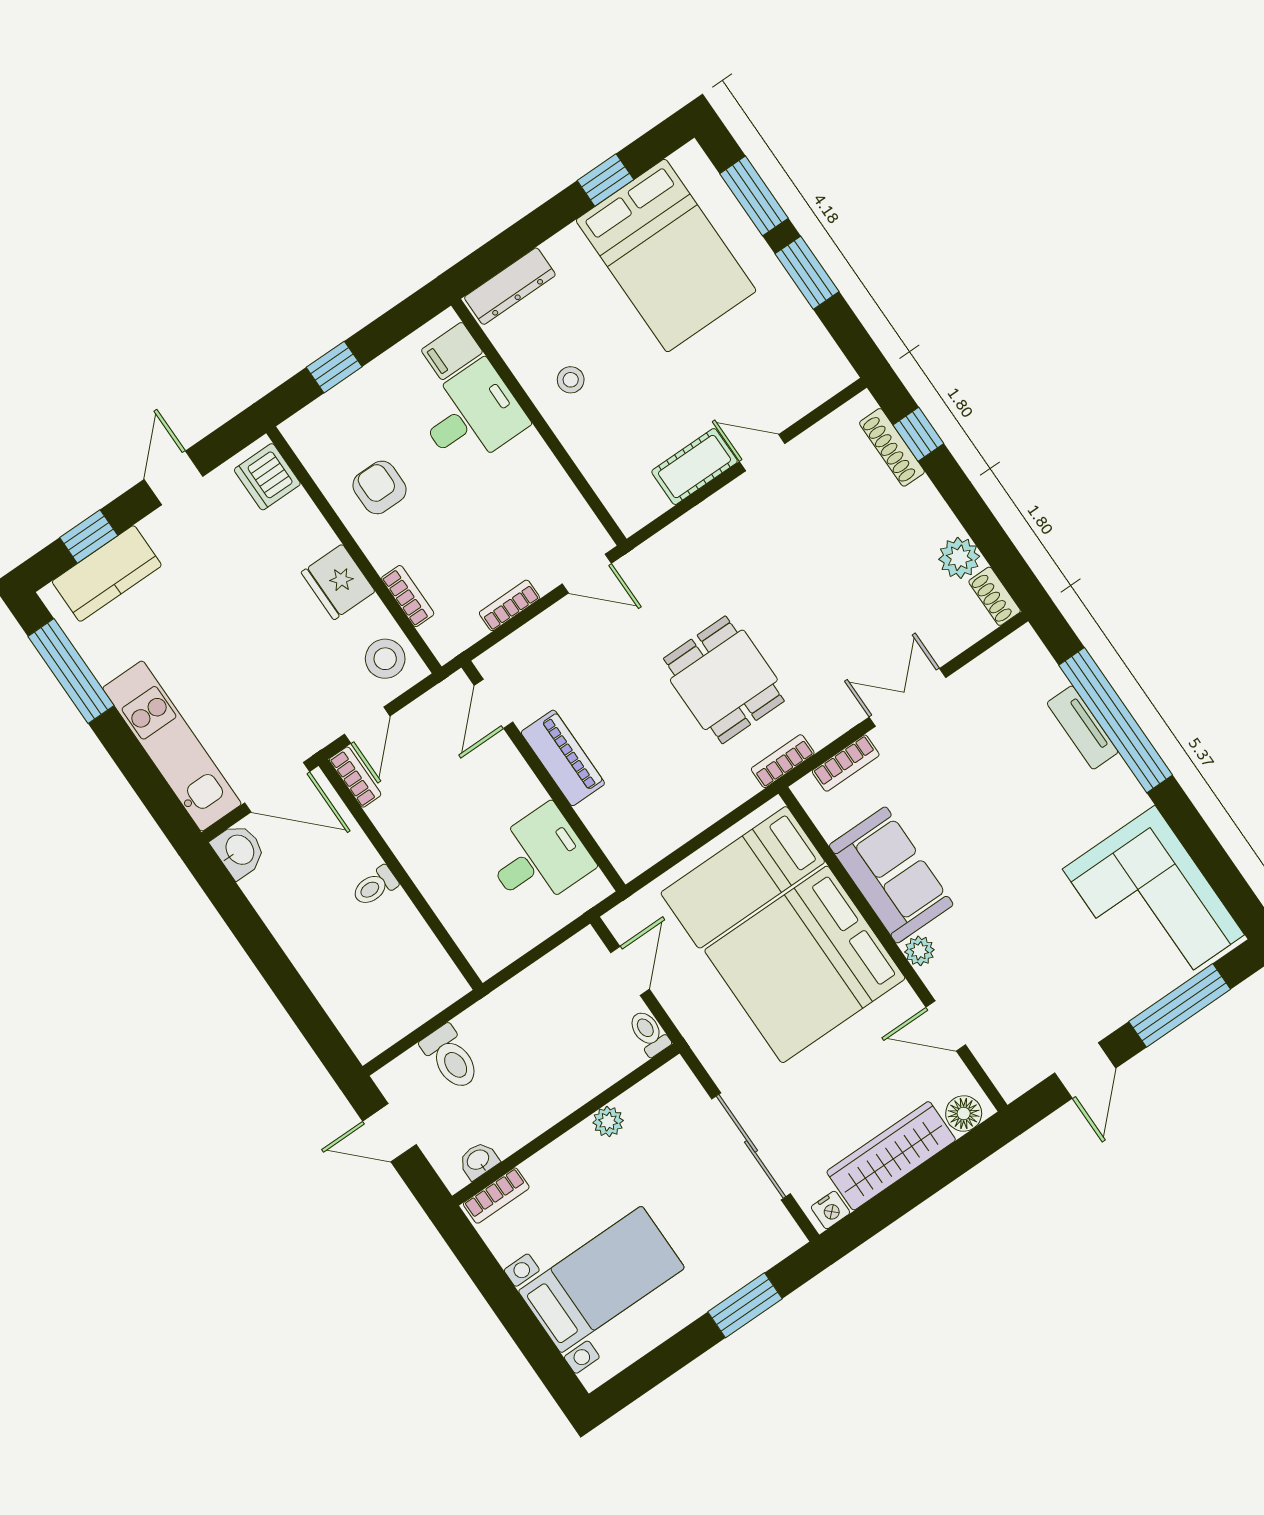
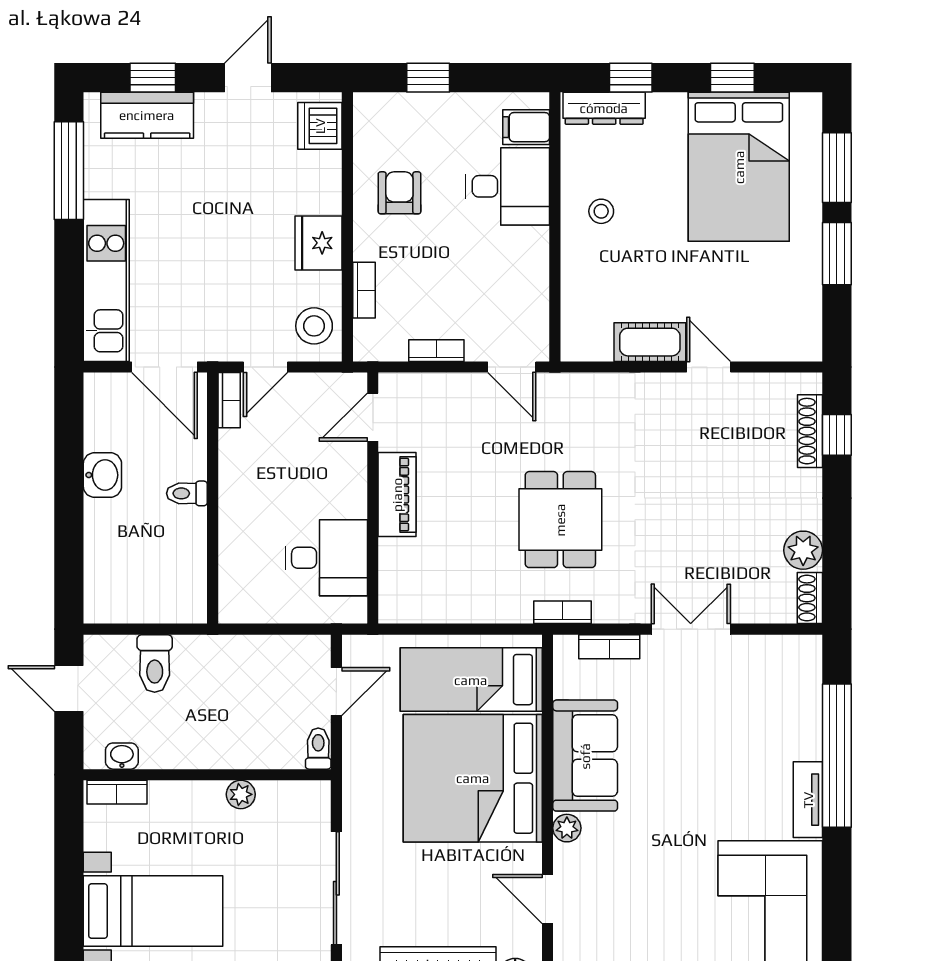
window: (515, 242) -> (631, 78), added
tv unit: (1083, 728) -> (808, 800), moved
washbasin: (239, 850) -> (102, 475), moved

